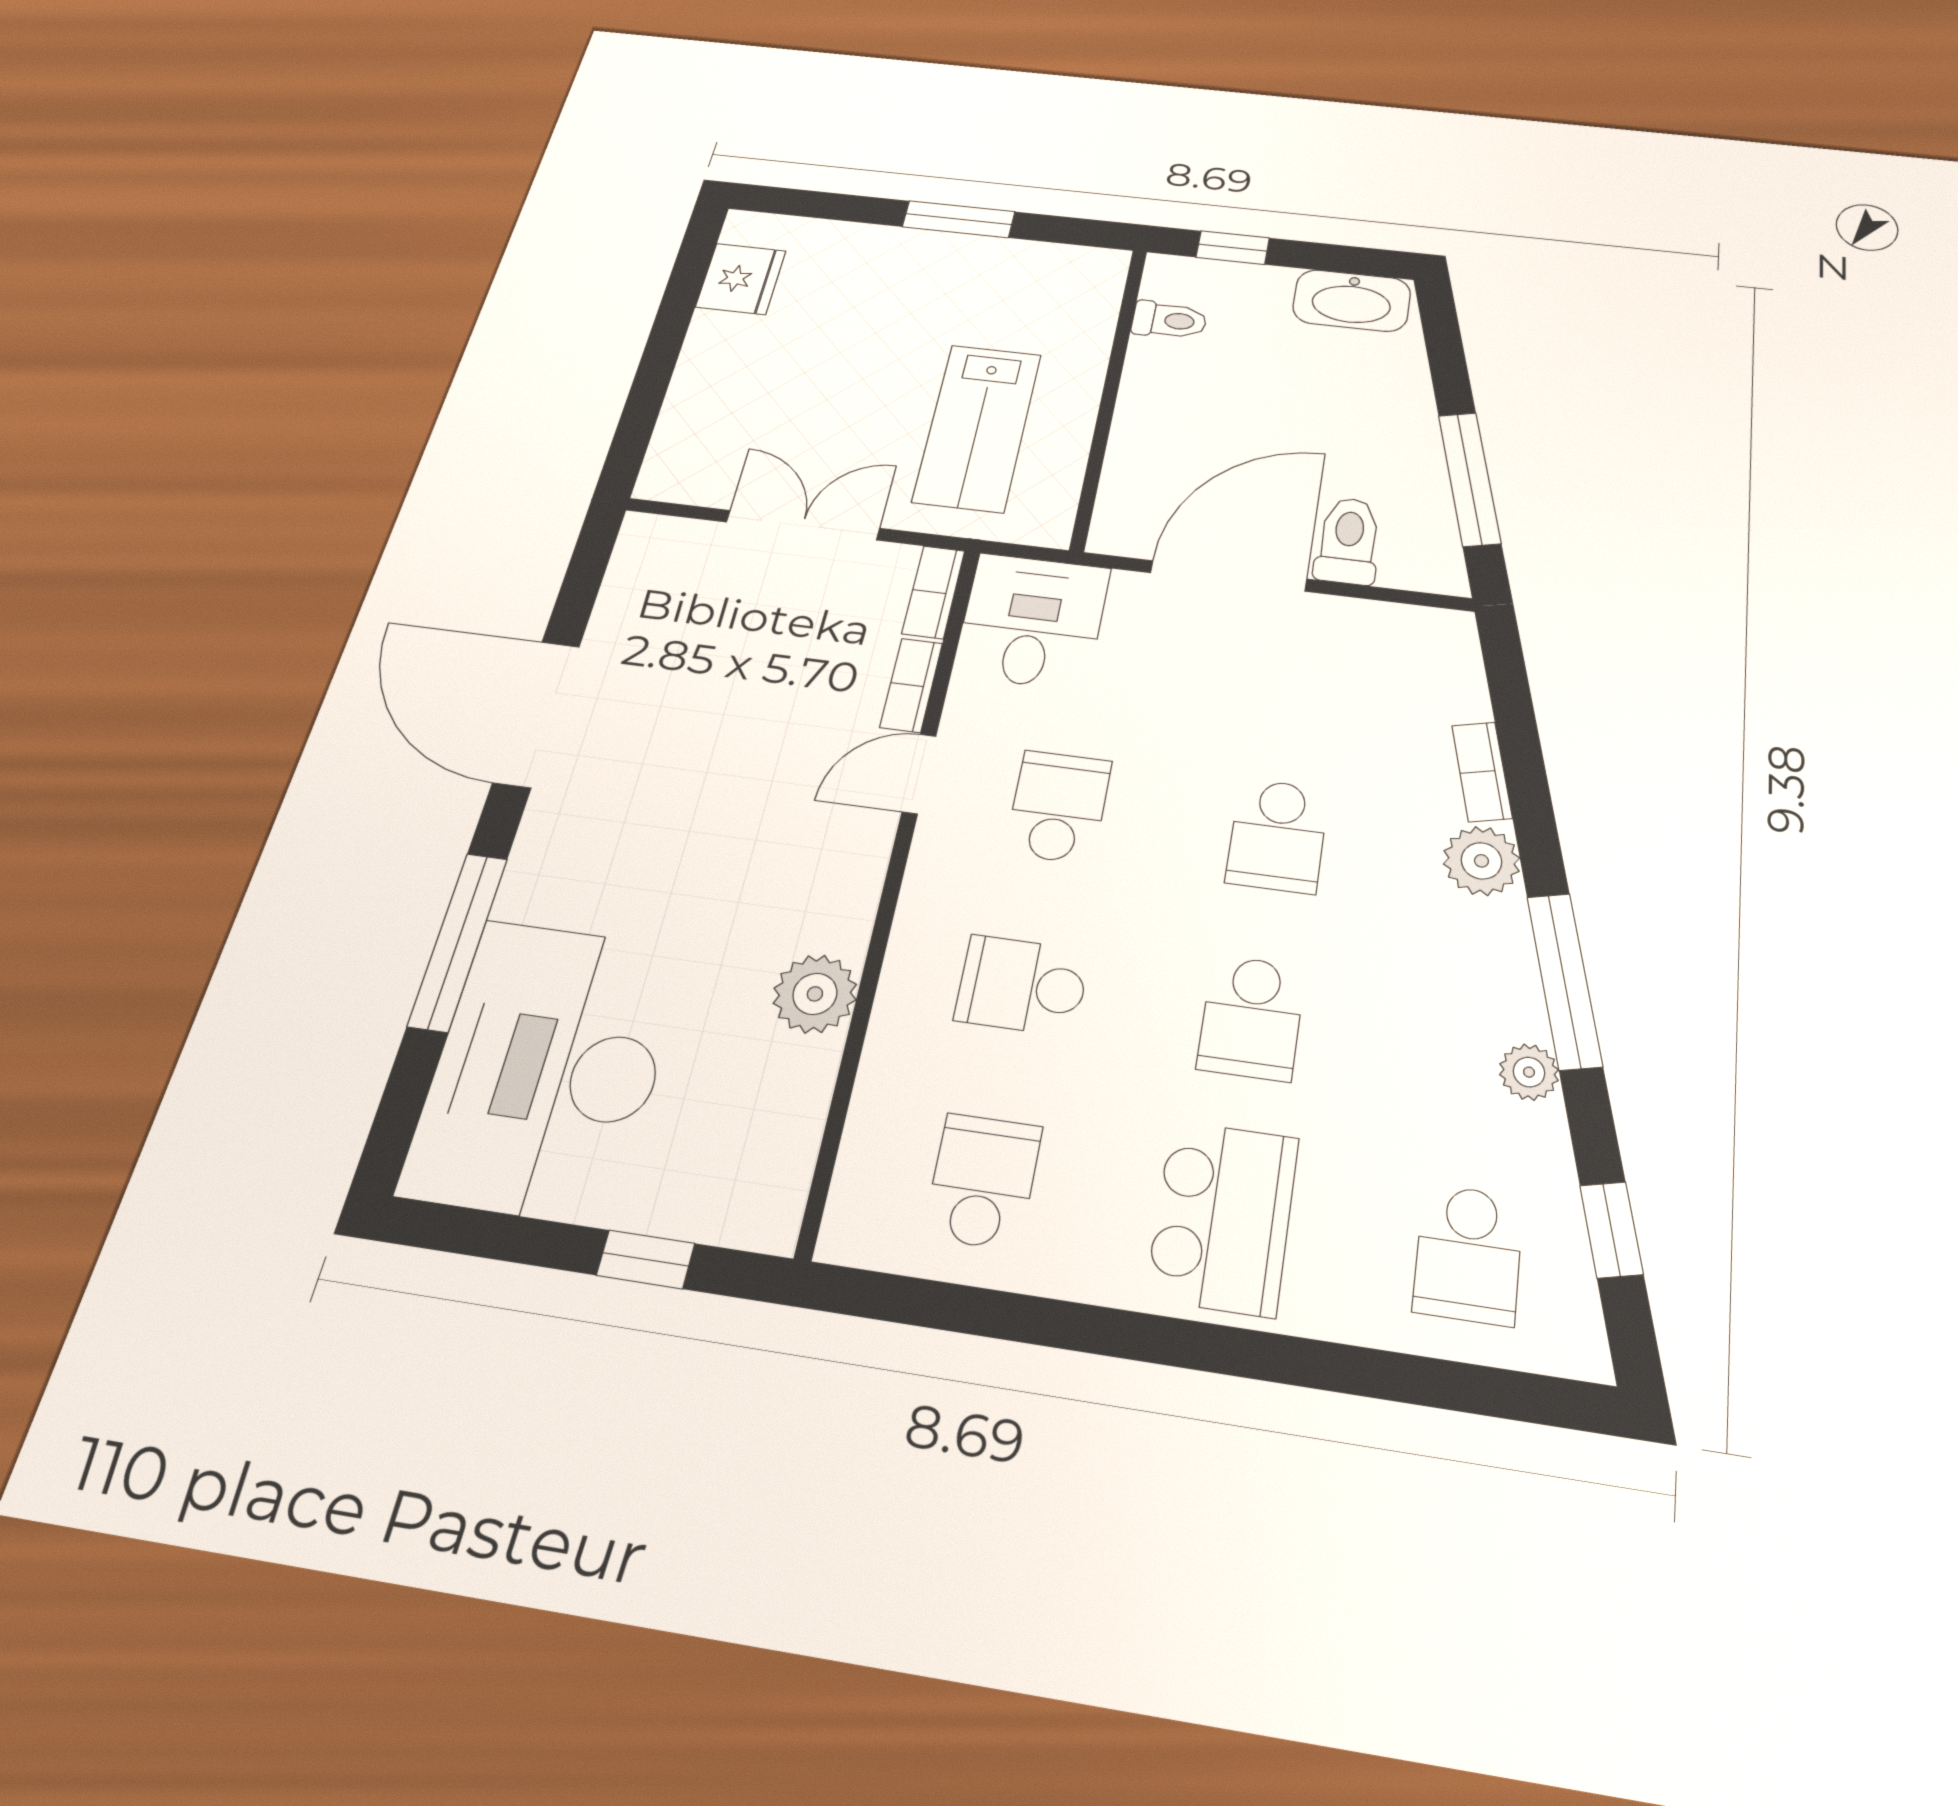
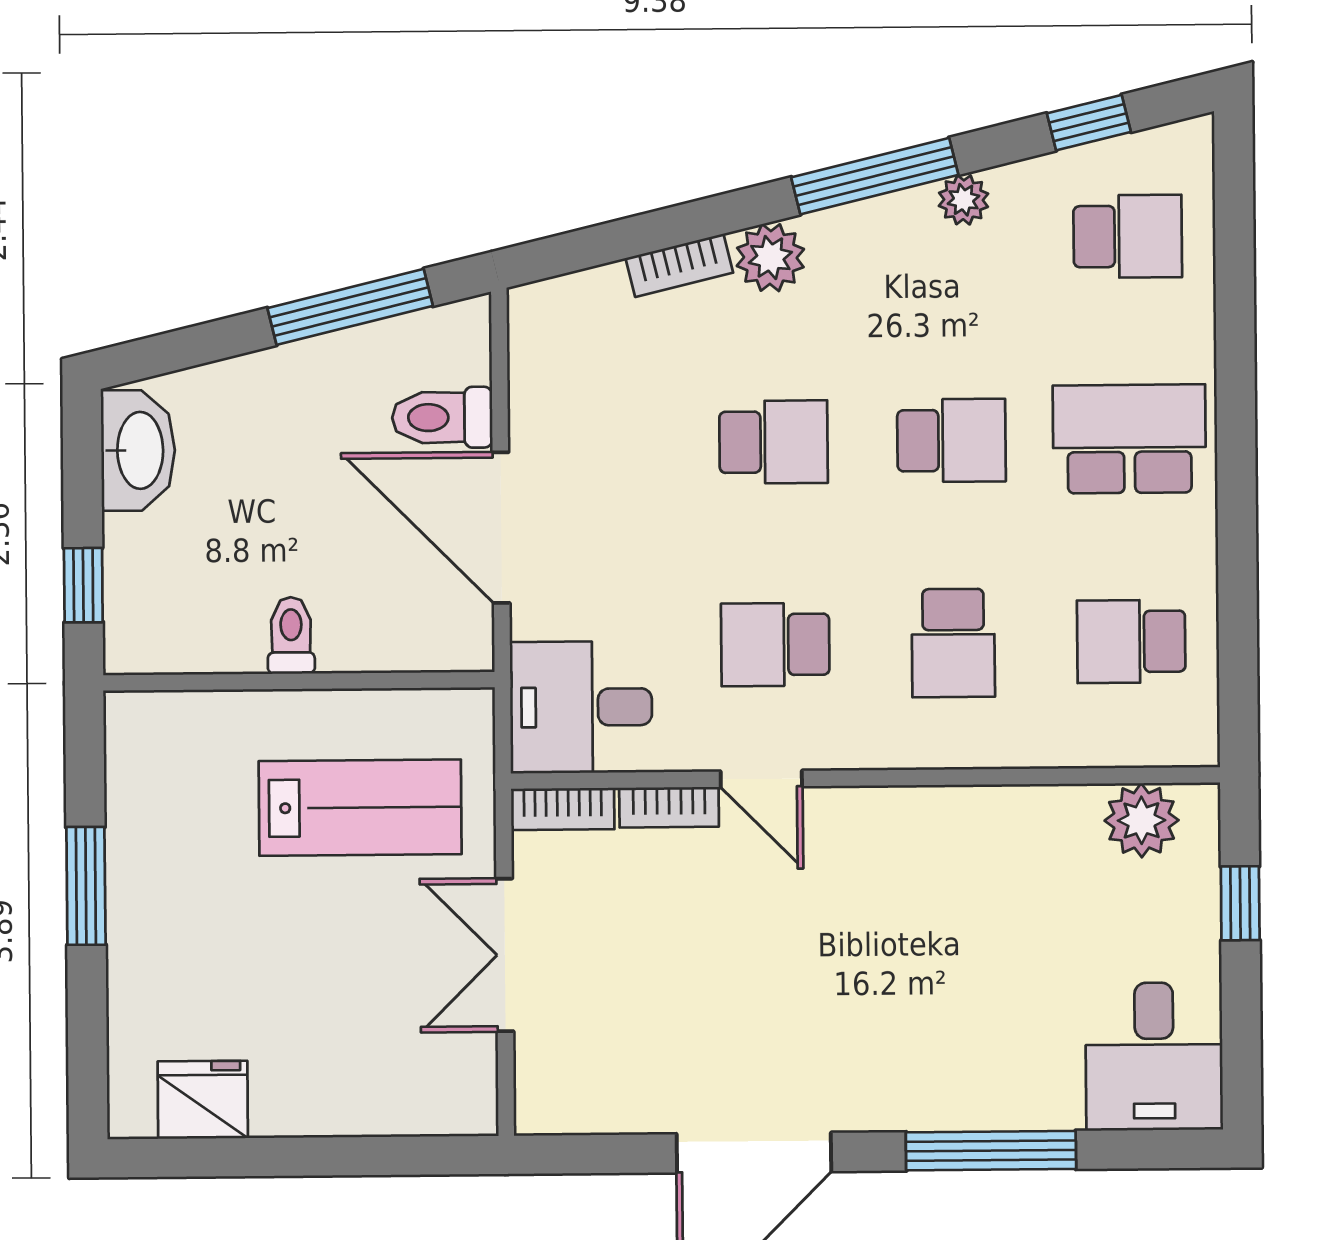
toilet: (1169, 320) -> (291, 635), moved
plant: (815, 994) -> (1142, 820), moved
desk: (547, 1069) -> (1154, 1056), width x0.53, depth x0.77

